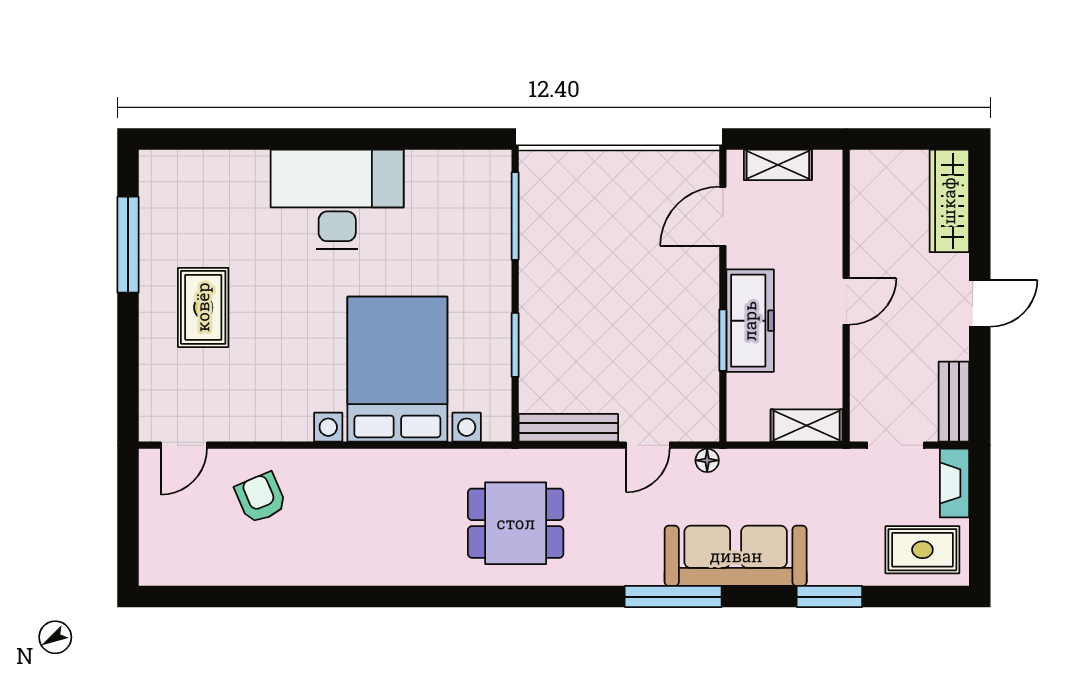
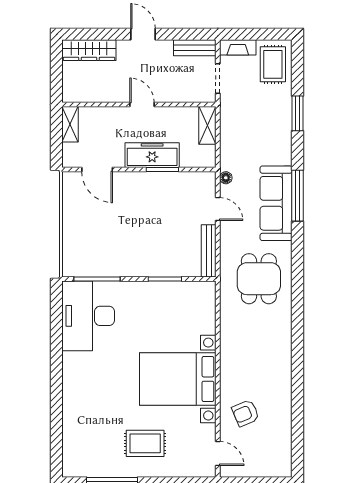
shelving: (778, 165) -> (70, 124), moved
desk: (337, 199) -> (88, 316), moved
bed with nightstands: (397, 369) -> (178, 379), moved
sofa: (736, 556) -> (276, 203), moved

